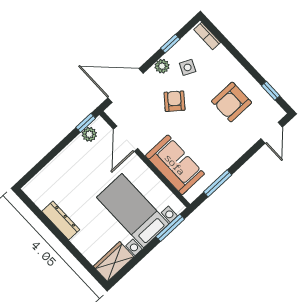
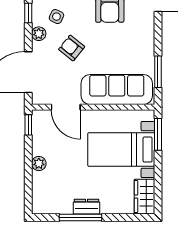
plant: (89, 134) -> (39, 164), moved
sofa: (175, 165) -> (117, 90), width x1.36
dresser: (61, 220) -> (86, 207), width x0.70
window: (52, 228) -> (80, 217), added

